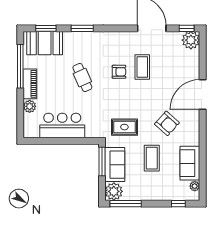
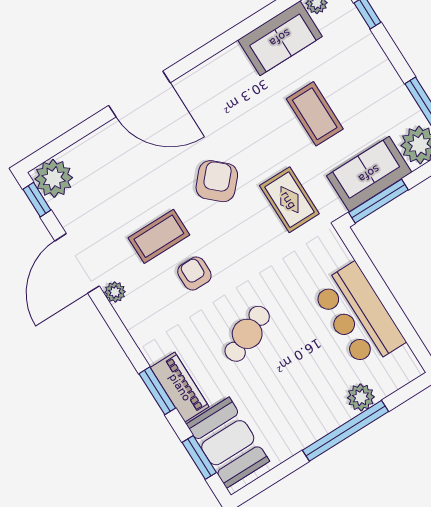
plant: (131, 36) -> (115, 292), added
window: (20, 66) -> (346, 431), moved
piano: (30, 84) -> (180, 387), moved, turned 90
armchair: (167, 123) -> (217, 181), moved
coffee table: (152, 158) -> (315, 114), turned 90

